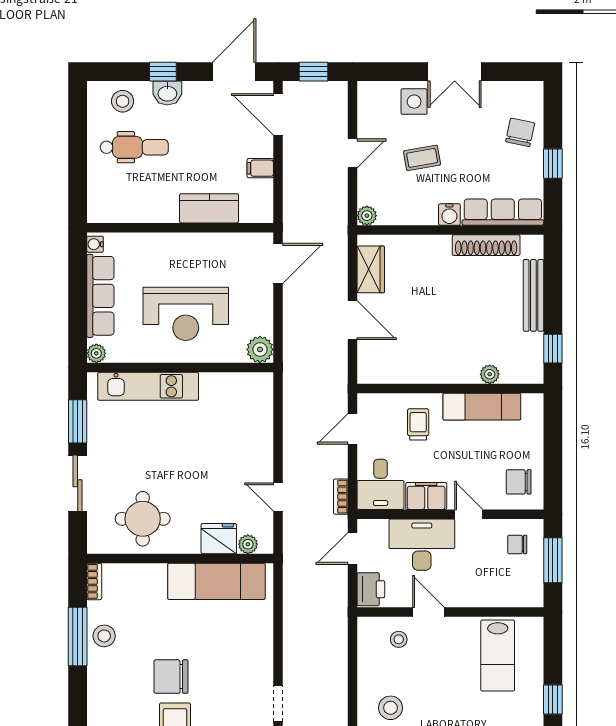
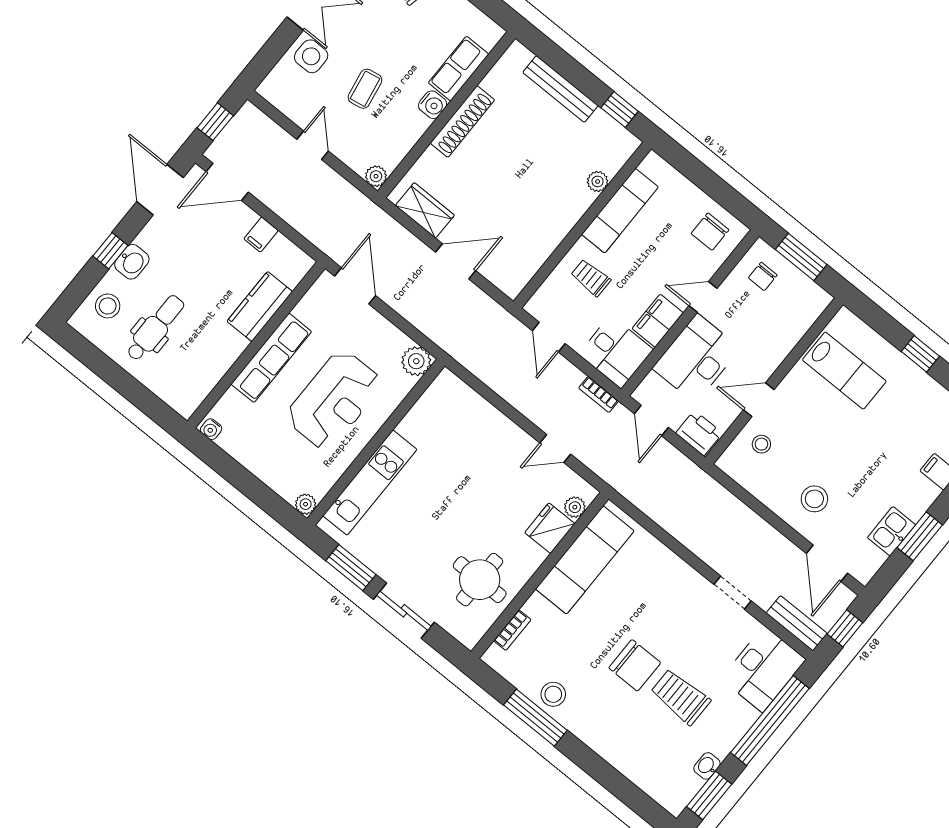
row of seats: (503, 212) -> (459, 69), width x0.68
shoe rack: (486, 245) -> (462, 121), moved
row of seats: (100, 296) -> (271, 358), moved, turned 90
bookcase: (94, 581) -> (512, 630), moved, turned 90
chair: (171, 677) -> (635, 665), turned -90

